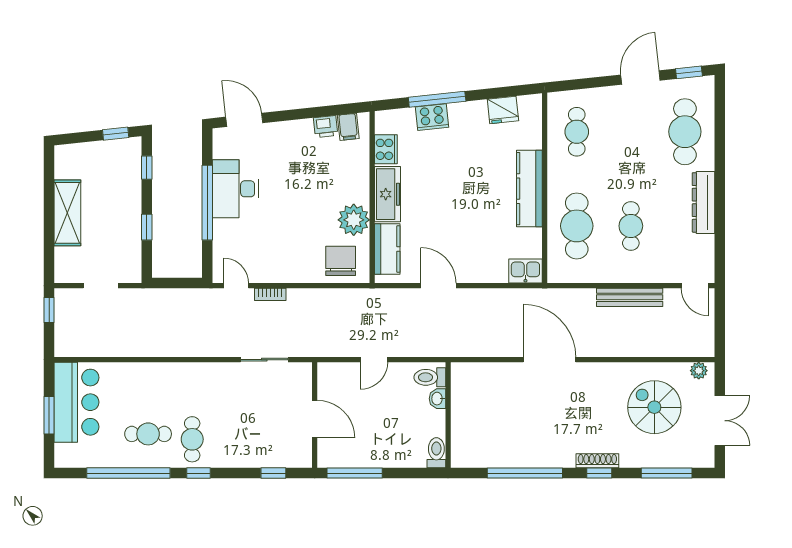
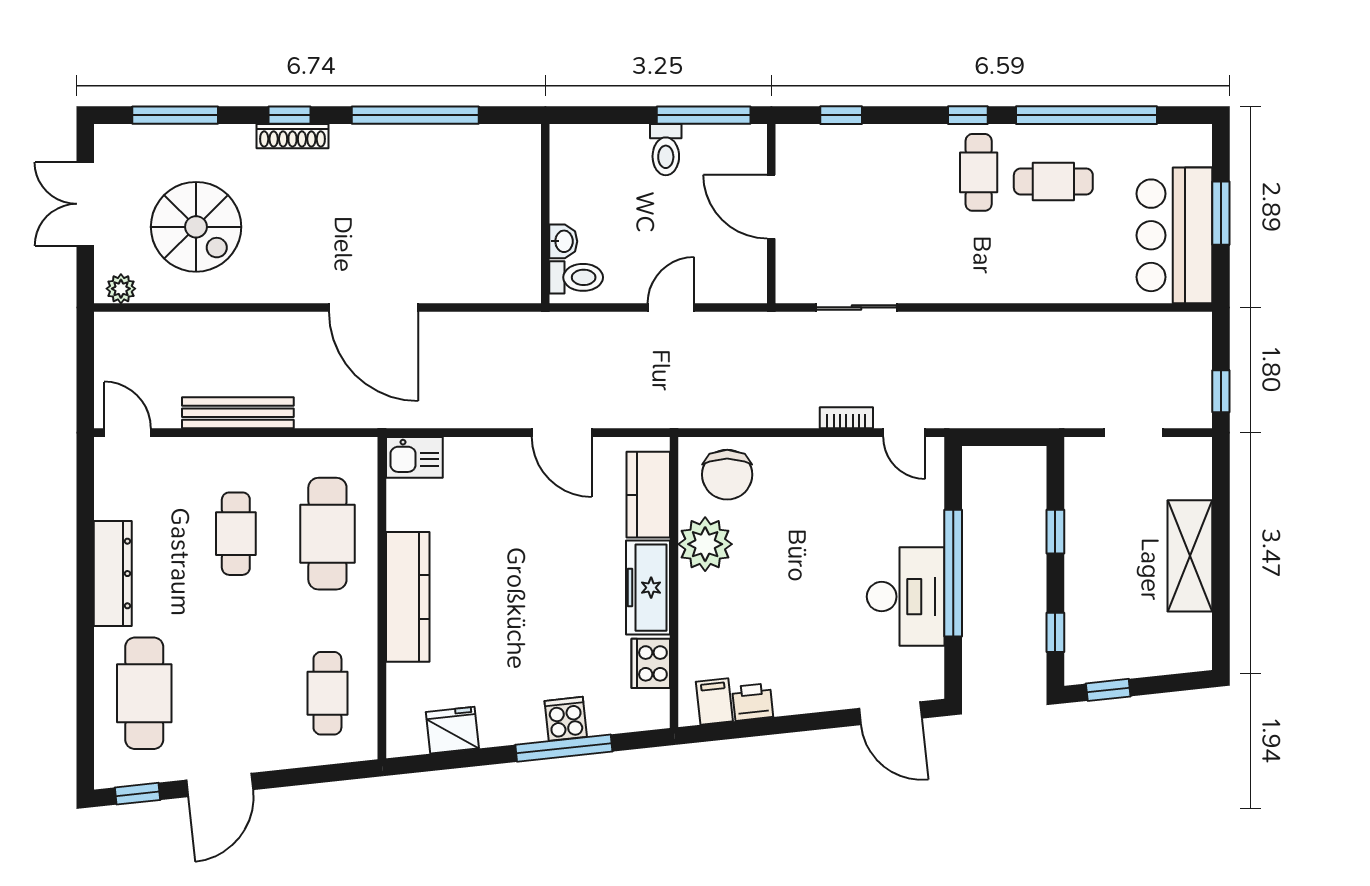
cooker: (432, 117) -> (566, 719), width x0.73
toilet: (436, 453) -> (666, 150), moved

